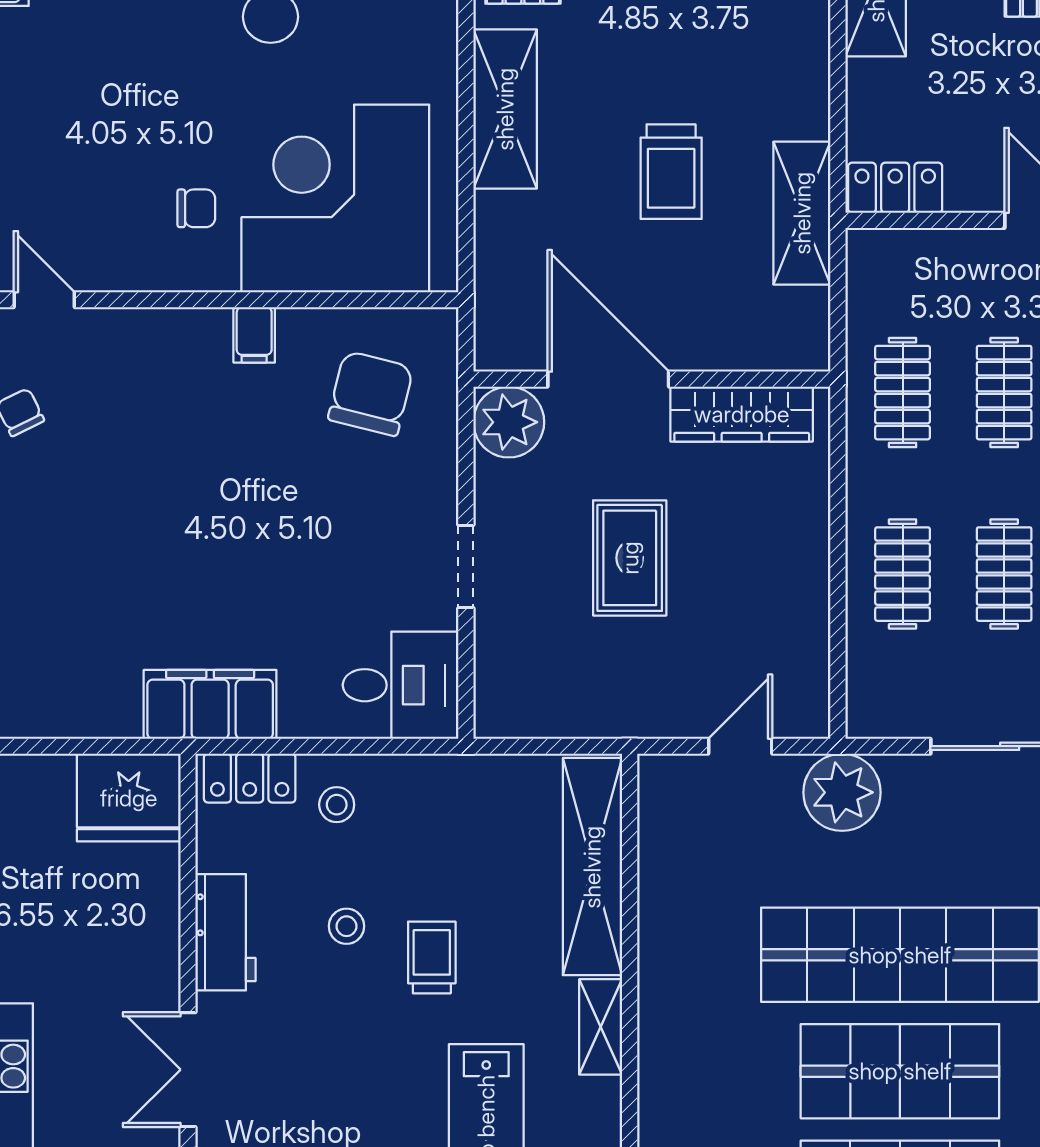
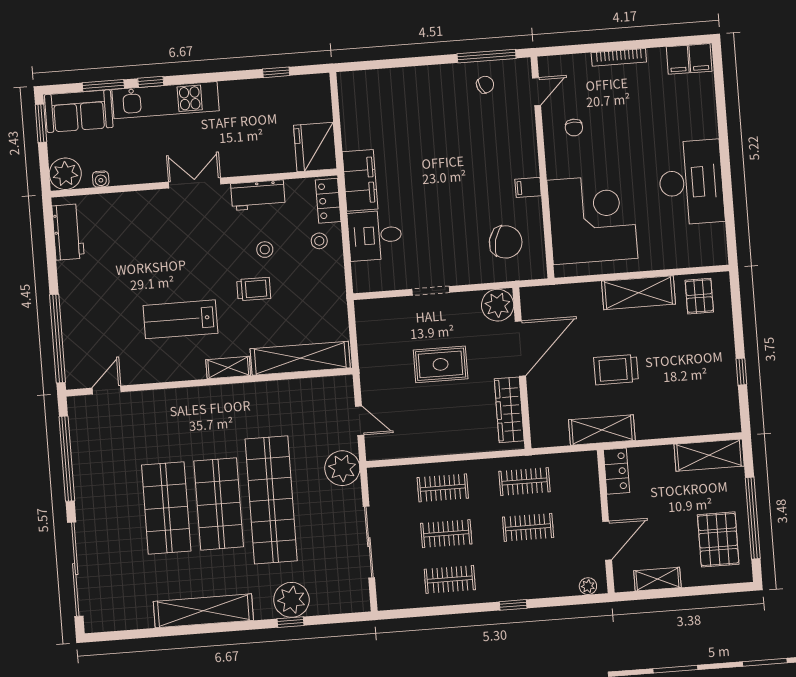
chair: (196, 208) -> (574, 128), moved
desk: (401, 685) -> (375, 235), moved, turned 90

